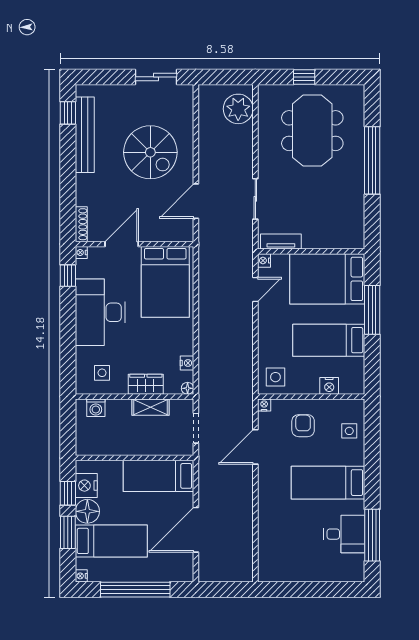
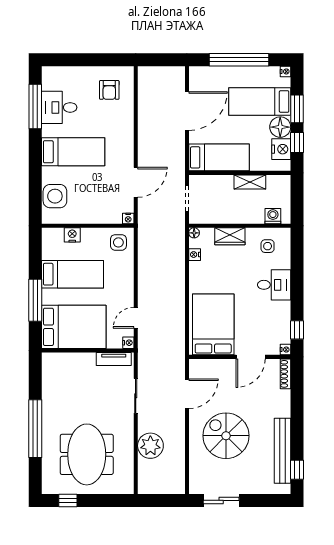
window: (304, 77) -> (68, 500), moved
plant: (238, 109) -> (150, 446), moved
desk: (100, 312) -> (274, 285), width x0.53, depth x0.77
shelving: (151, 407) -> (250, 182), moved
armchair: (303, 426) -> (109, 90), moved
side table: (349, 431) -> (55, 196), width x1.87, depth x1.87

